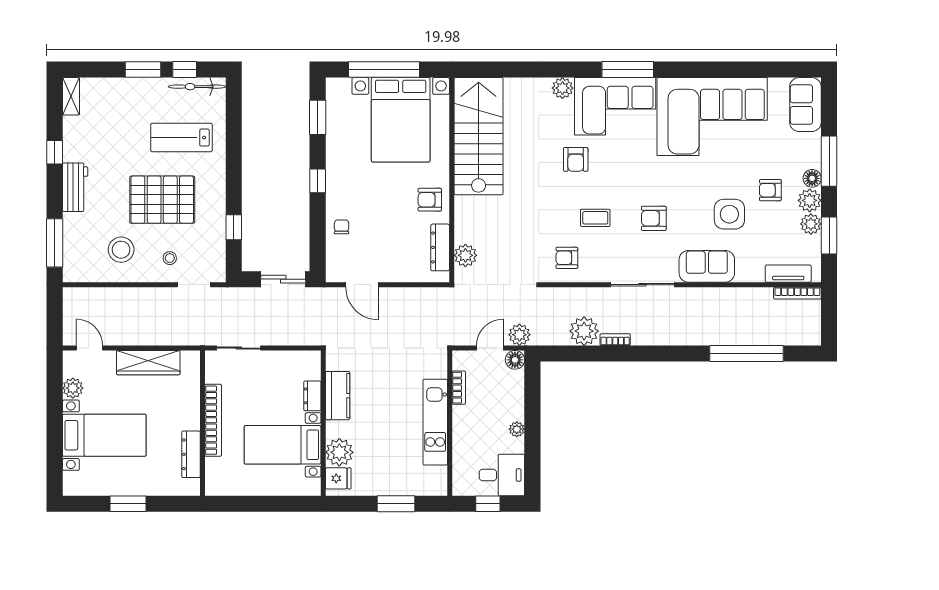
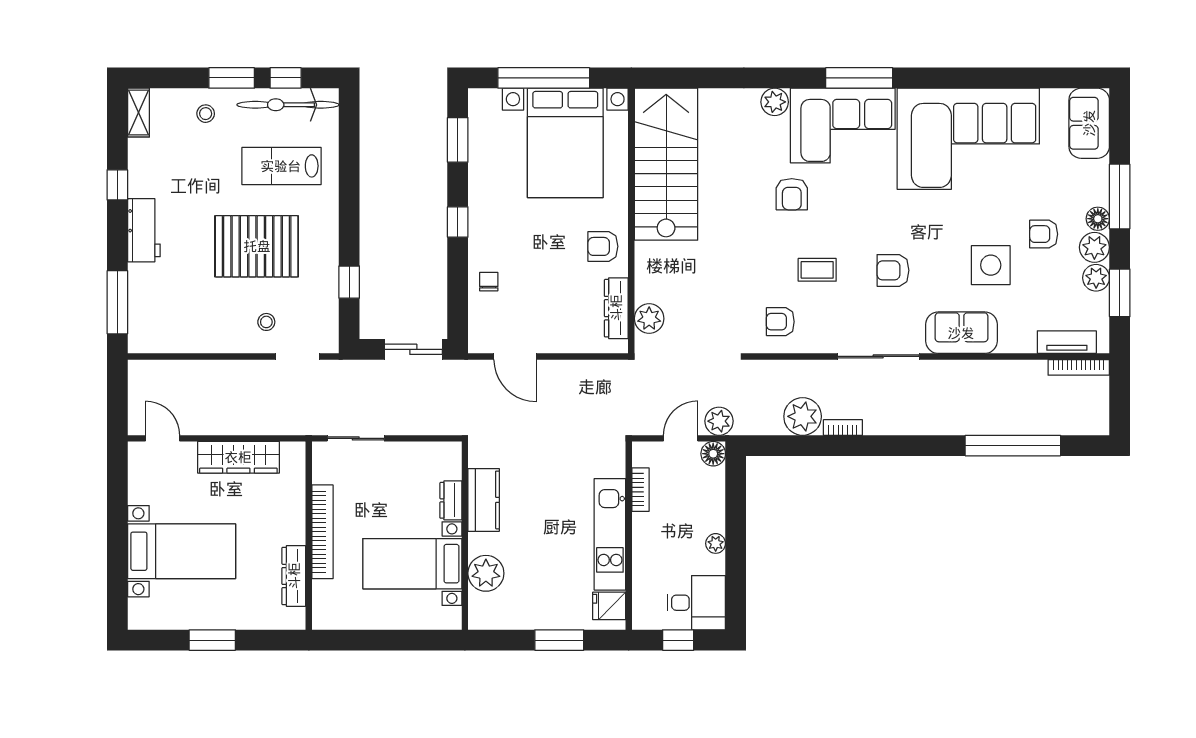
bicycle: (197, 87) -> (288, 105), width x1.37, depth x1.40
stool: (121, 250) -> (206, 114), moved, width x0.53, depth x0.53
plant: (73, 388) -> (141, 490), removed
fridge: (338, 478) -> (609, 606), moved, turned 180

